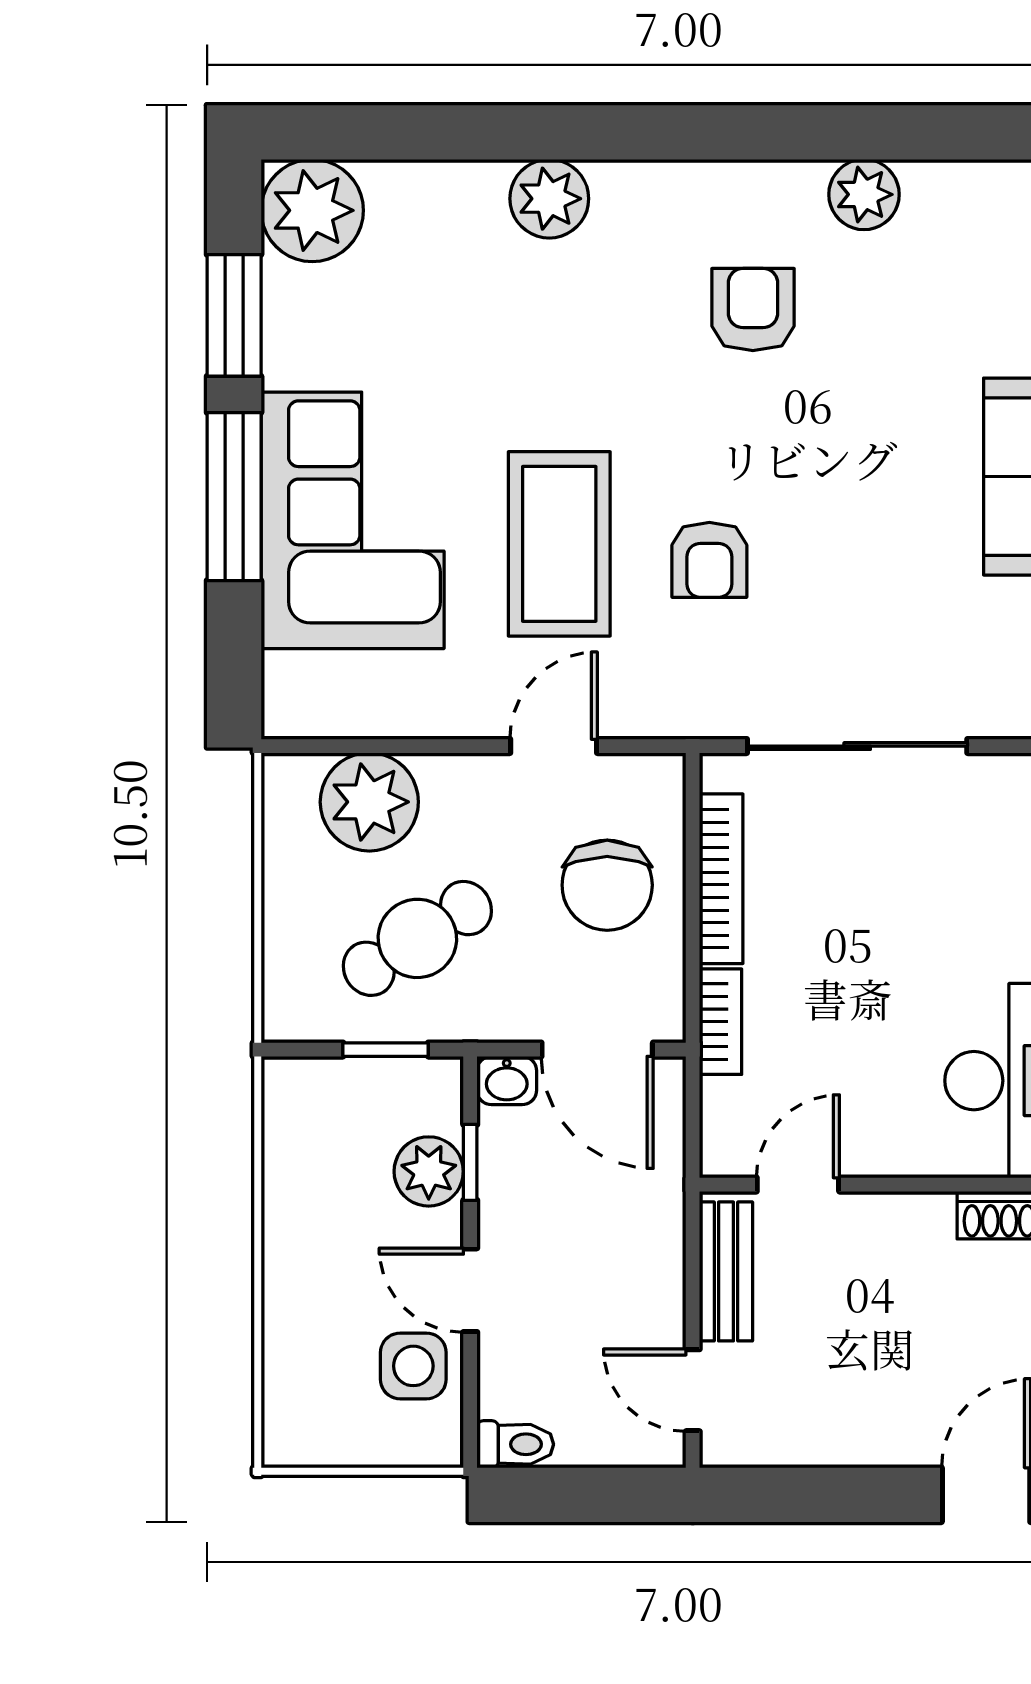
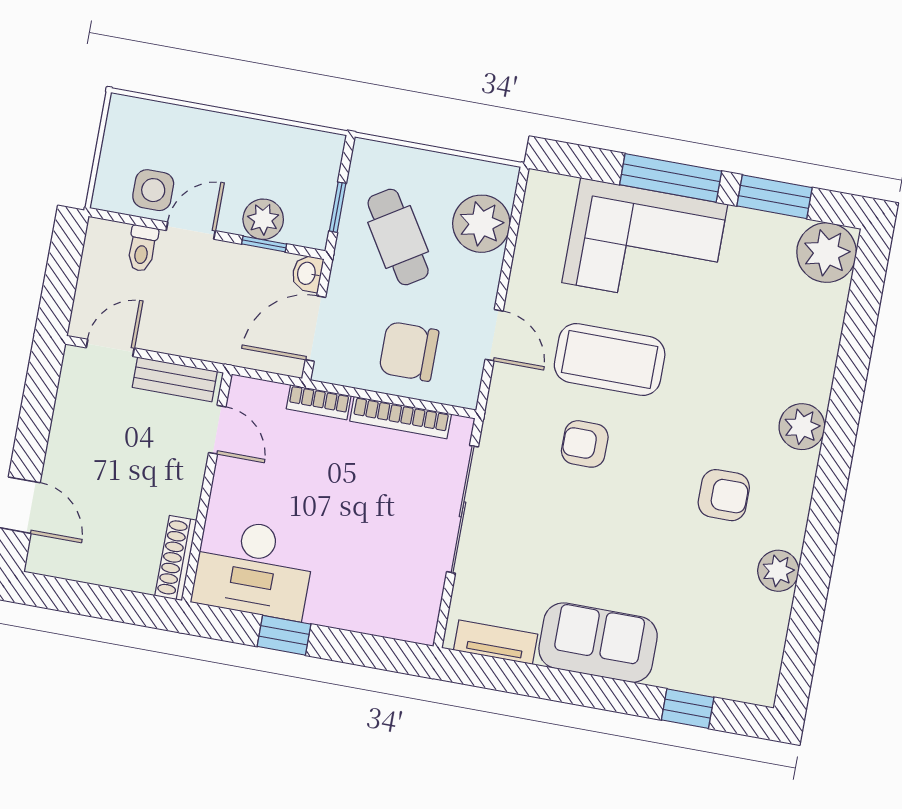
plant: (549, 199) -> (802, 427), moved
toilet: (515, 1444) -> (142, 248), moved

